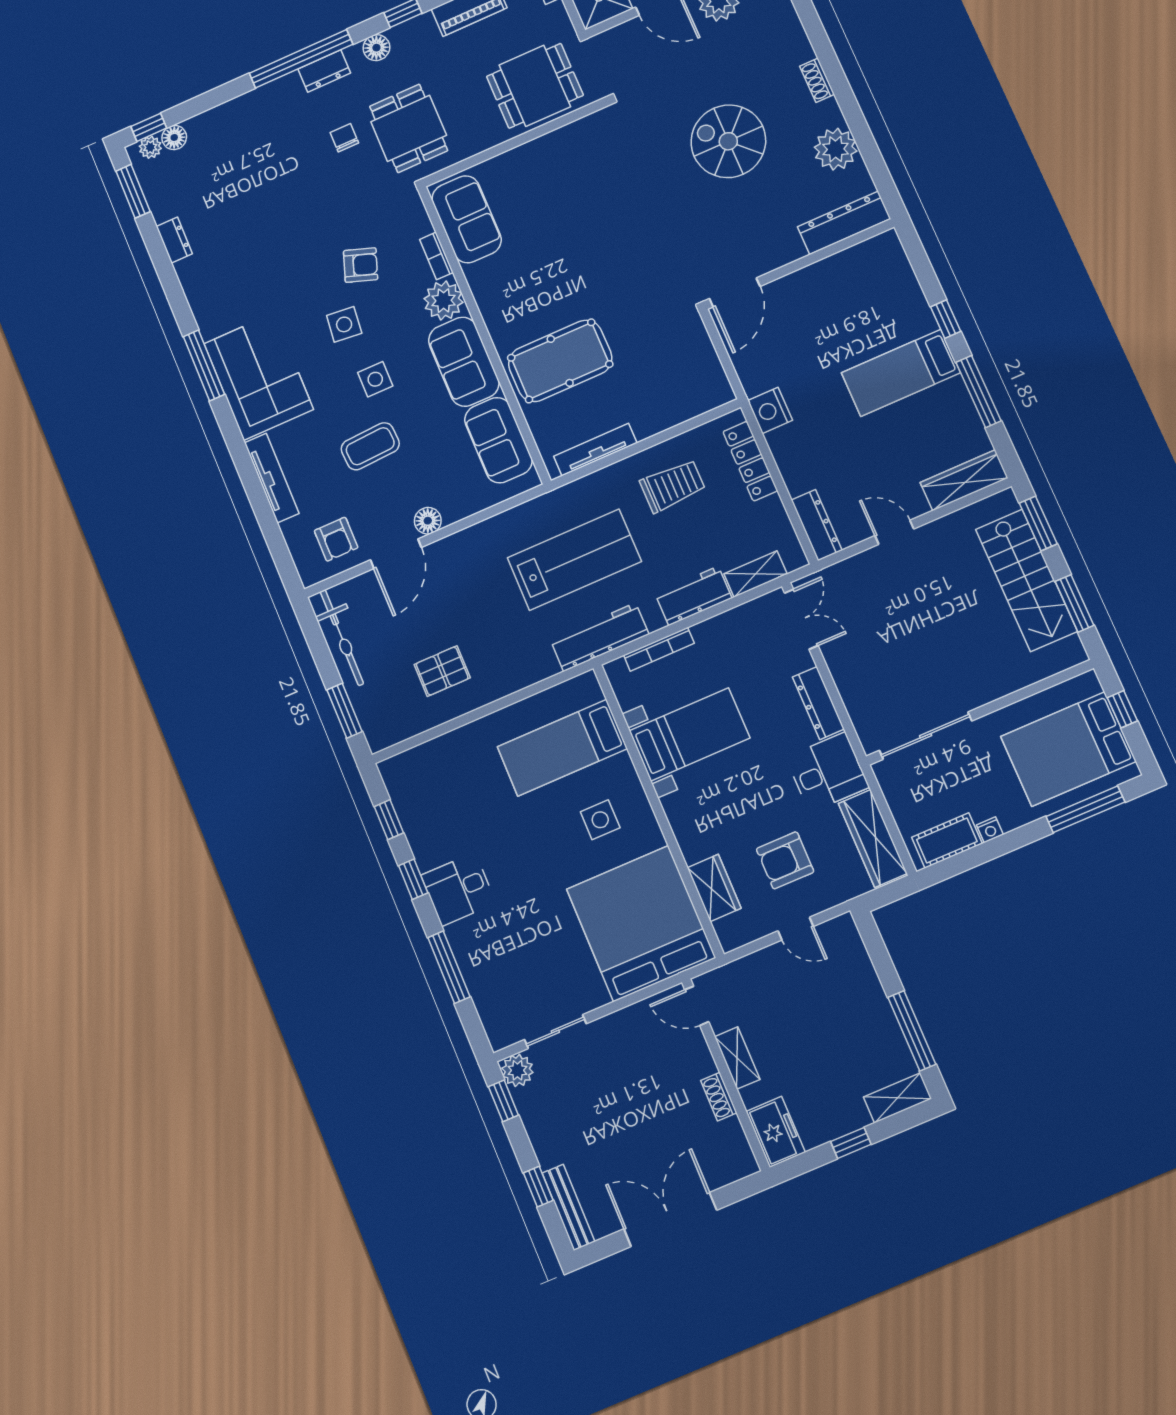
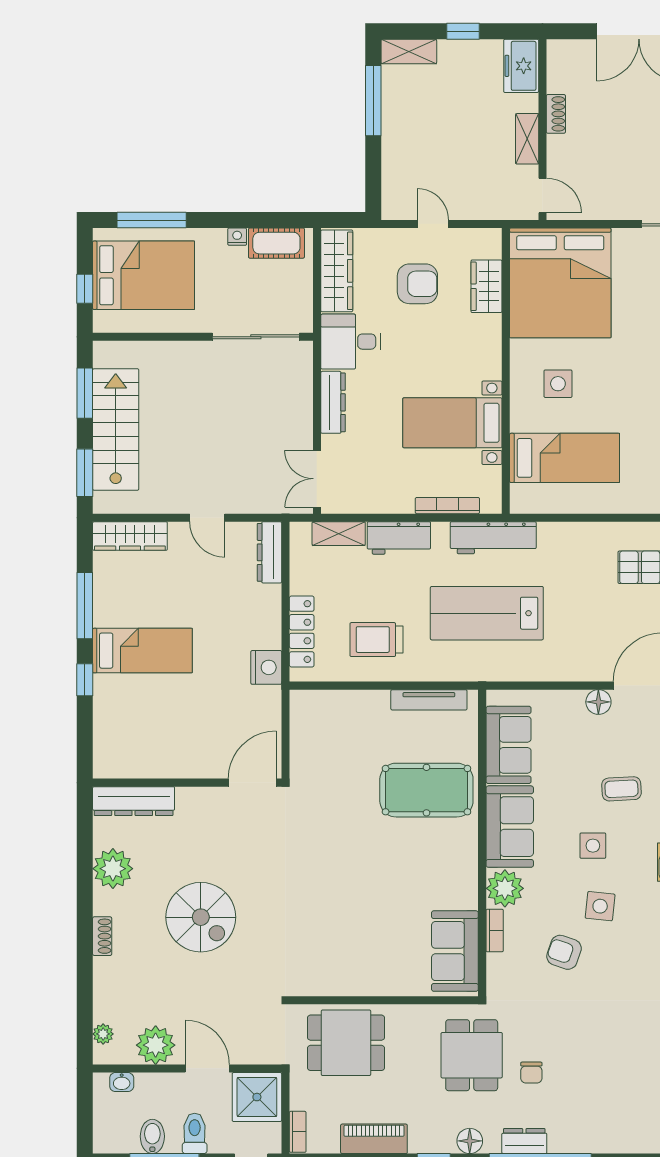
coffee table: (370, 446) -> (621, 789), width x0.73, depth x0.77

